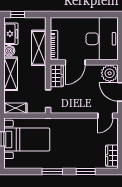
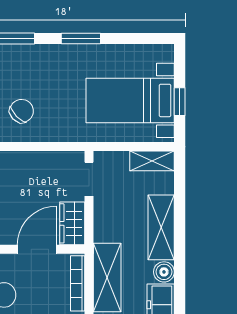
chair: (83, 134) -> (22, 111), added

